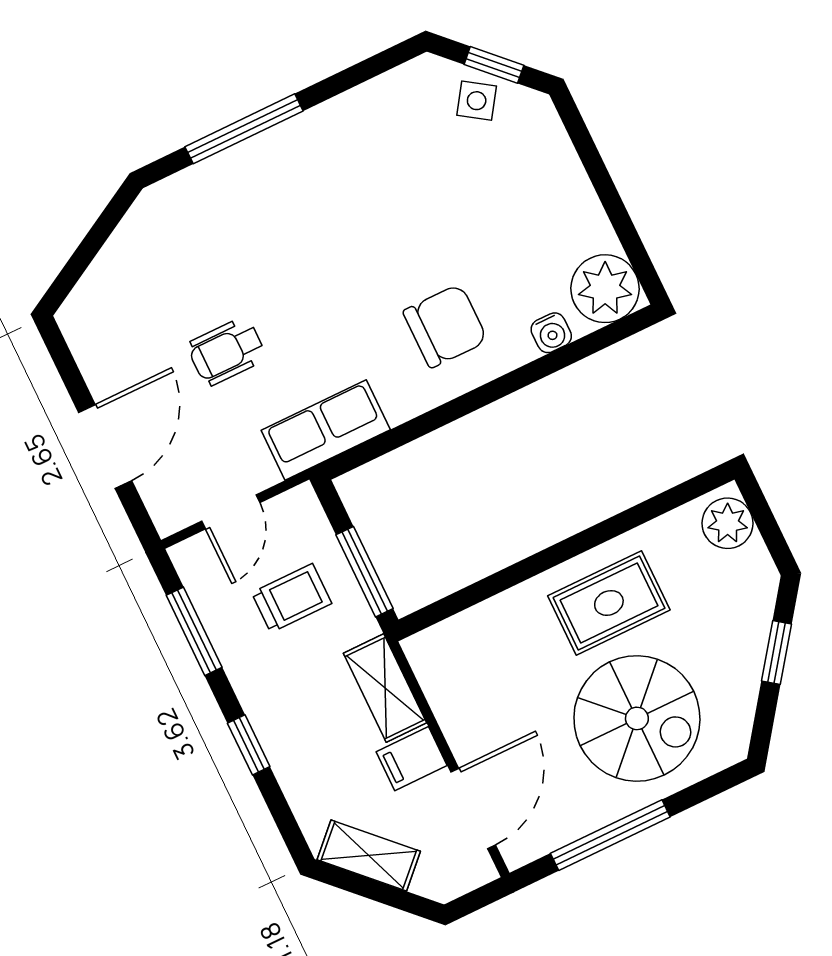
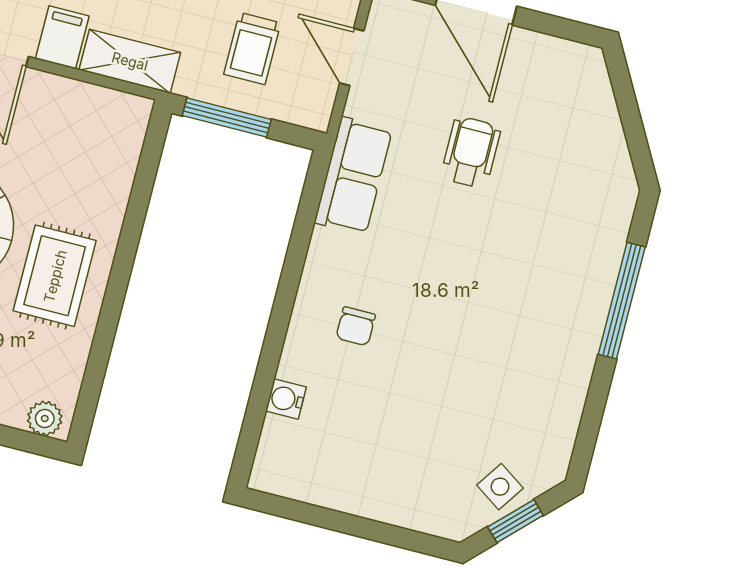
plant: (605, 289) -> (285, 465), removed
chair: (445, 326) -> (356, 326), width x0.54, depth x0.54
plant: (728, 523) -> (45, 418), width x0.73, depth x0.73

